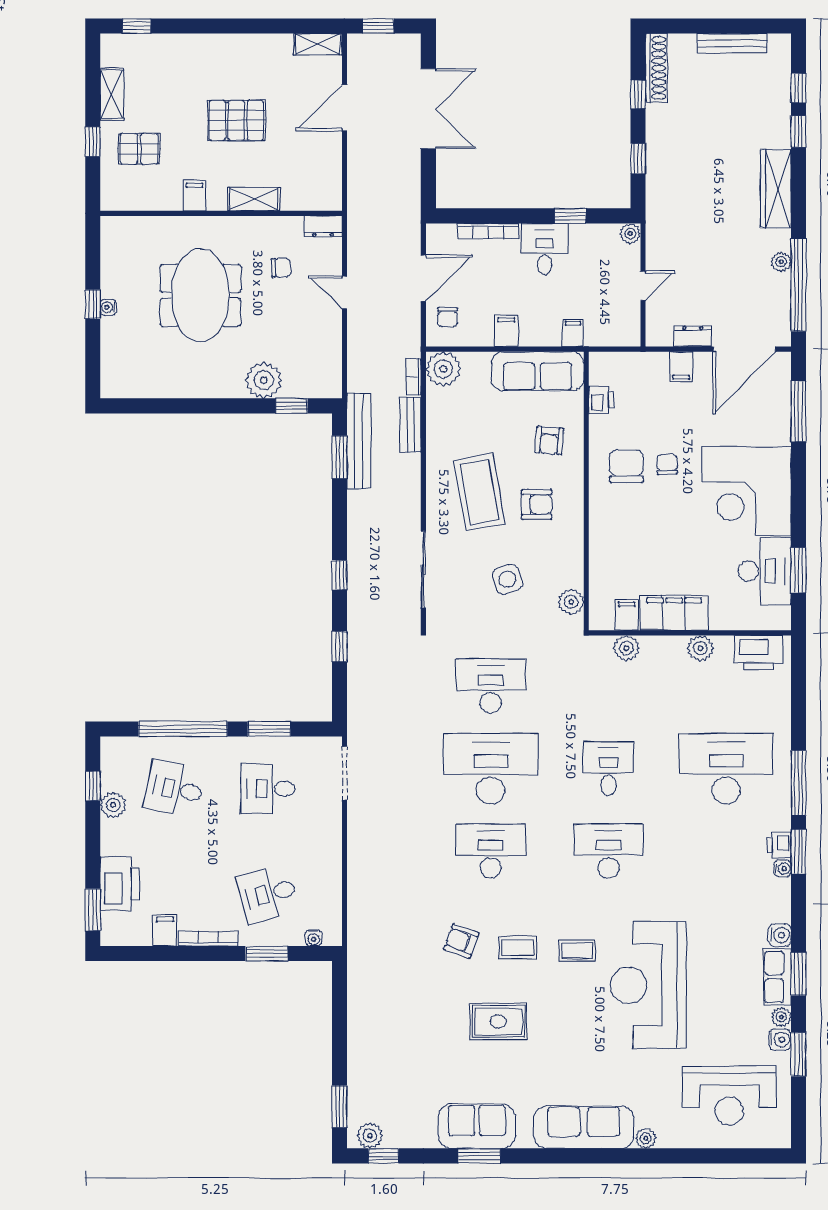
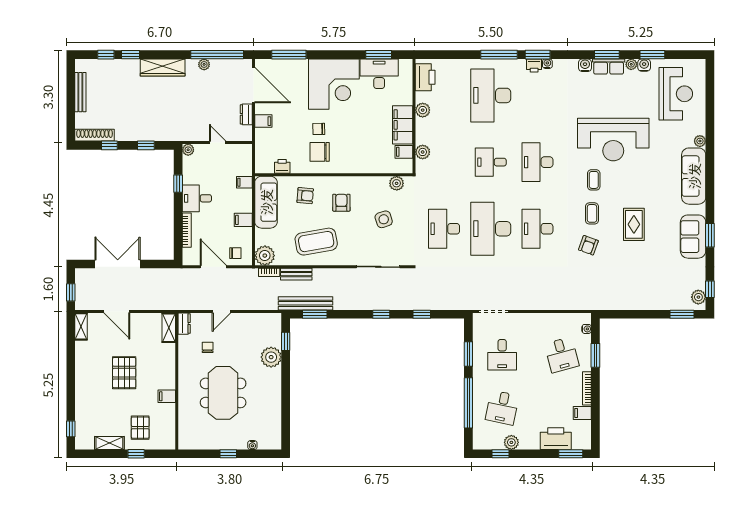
shelving: (254, 199) -> (169, 328), moved
meeting table: (200, 295) -> (223, 393), turned 90
water cooler: (108, 307) -> (252, 445), moved
coffee table: (479, 492) -> (316, 242), moved

